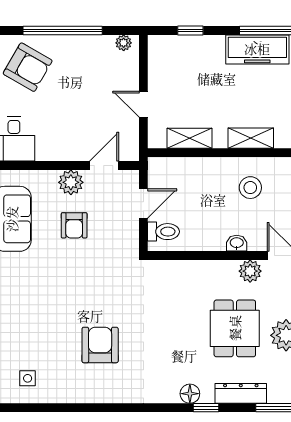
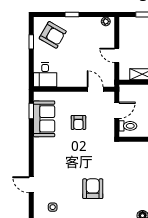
window: (63, 31) -> (72, 15), width x0.32
door: (104, 166) -> (95, 89), hinge flipped
plant: (71, 182) -> (77, 99), removed

